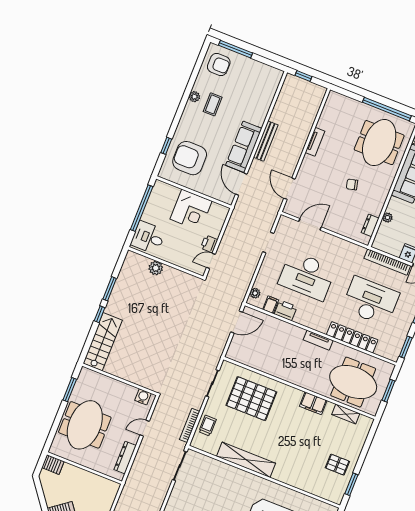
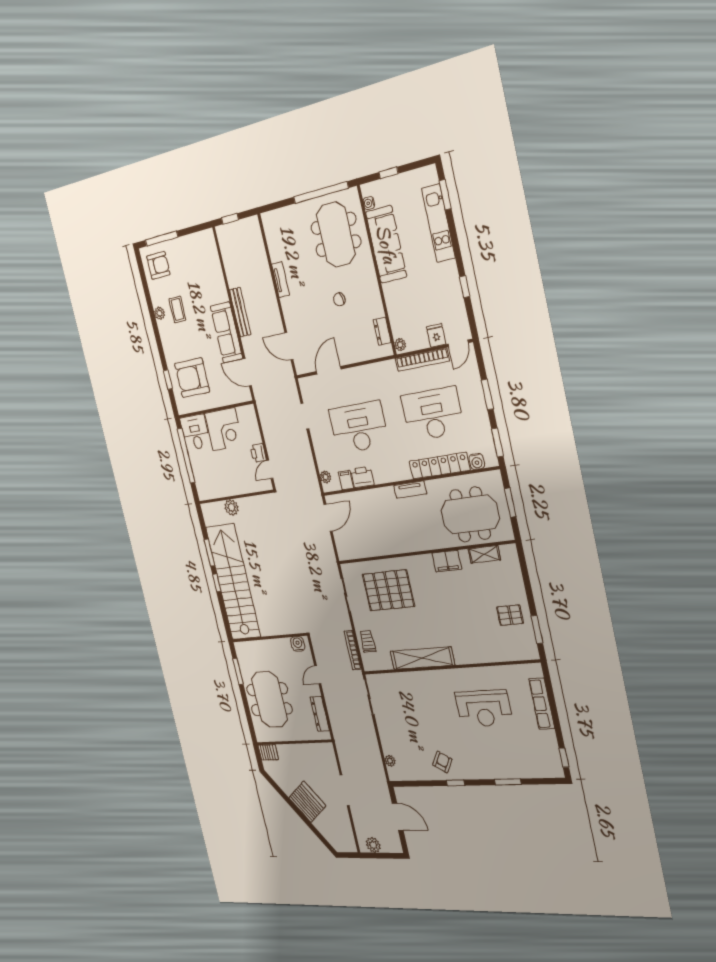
plant: (387, 218) -> (400, 345), moved
desk: (148, 238) -> (195, 432), moved, turned 90
desk: (307, 276) -> (359, 427), turned 180
stairs: (103, 342) -> (233, 582), width x1.86, depth x1.51
water cooler: (382, 350) -> (477, 461), added

